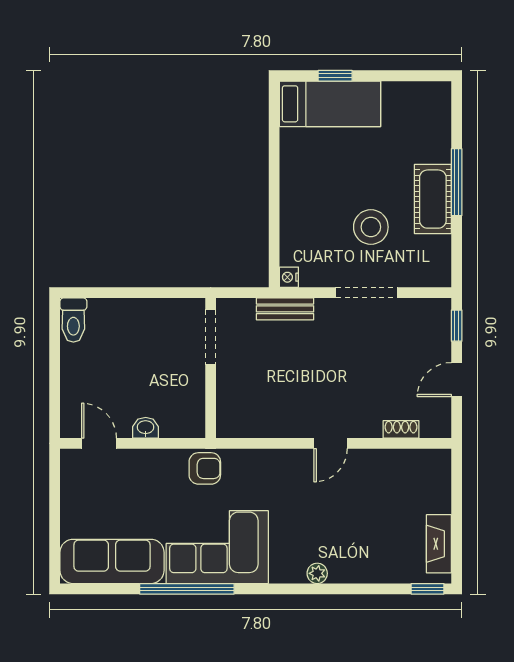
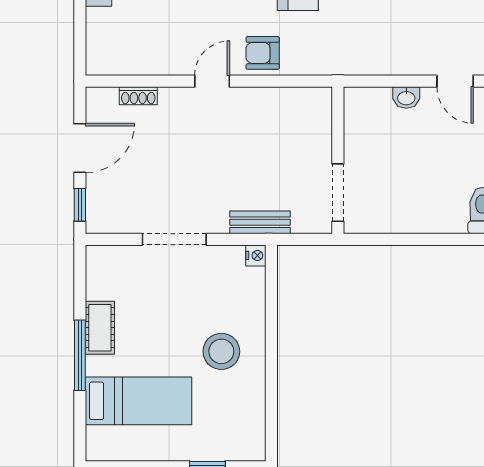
bed: (330, 104) -> (139, 401), moved, turned 180
cot: (433, 199) -> (100, 328), width x0.73, depth x0.75
stool: (371, 227) -> (221, 351), moved
door: (457, 380) -> (80, 148), width x1.38
armchair: (205, 468) -> (263, 53), moved

